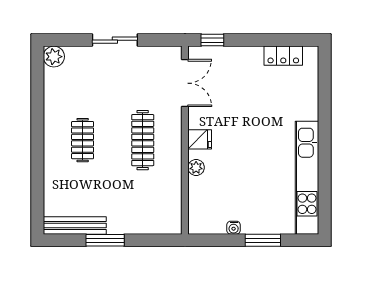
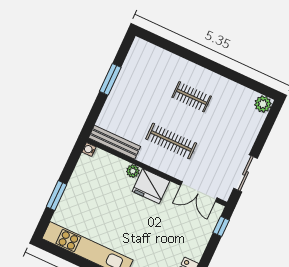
sliding door: (115, 40) -> (246, 173), moved
fridge: (200, 139) -> (151, 186), width x1.88, depth x1.34
bench: (75, 225) -> (115, 142), moved, turned 90
water cooler: (234, 228) -> (89, 149), moved

